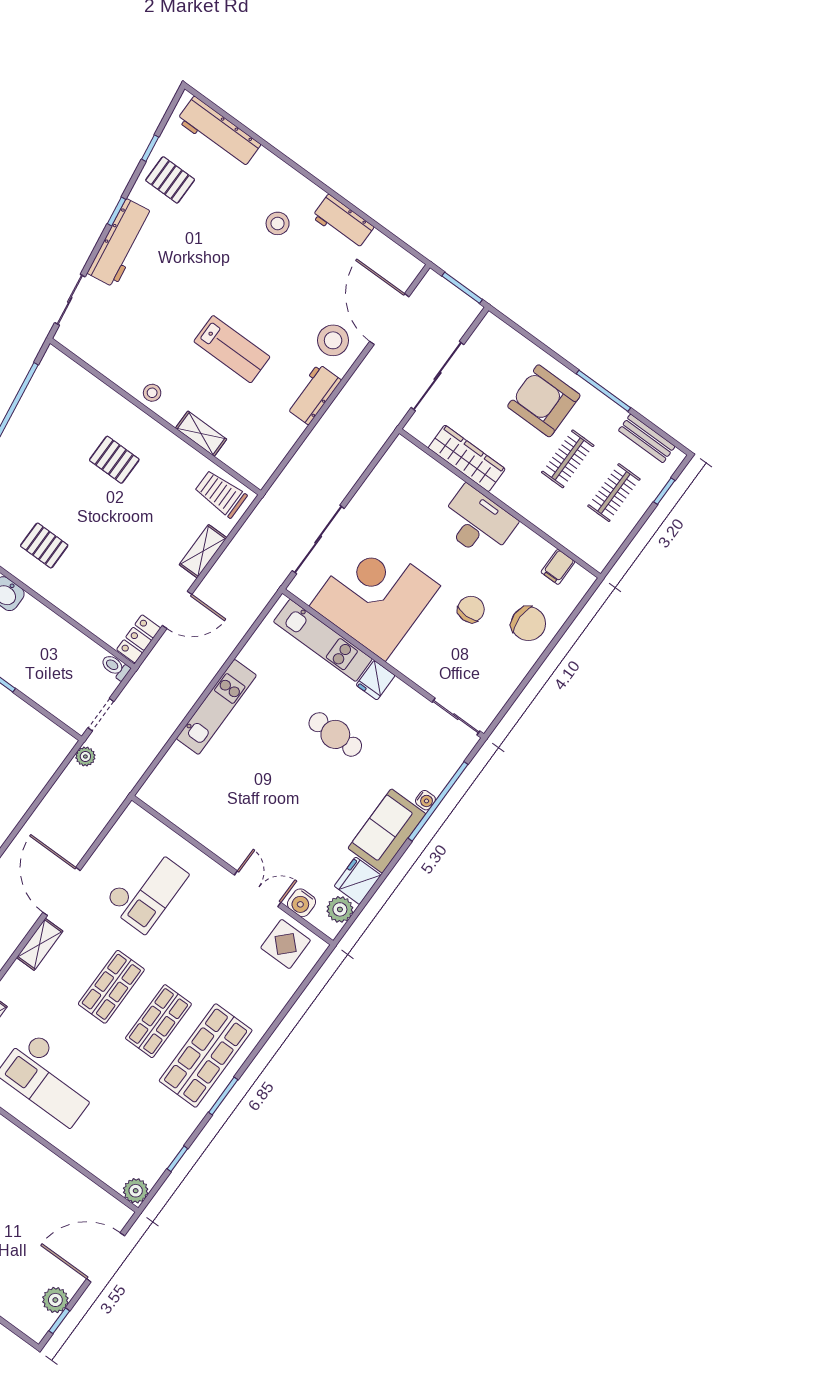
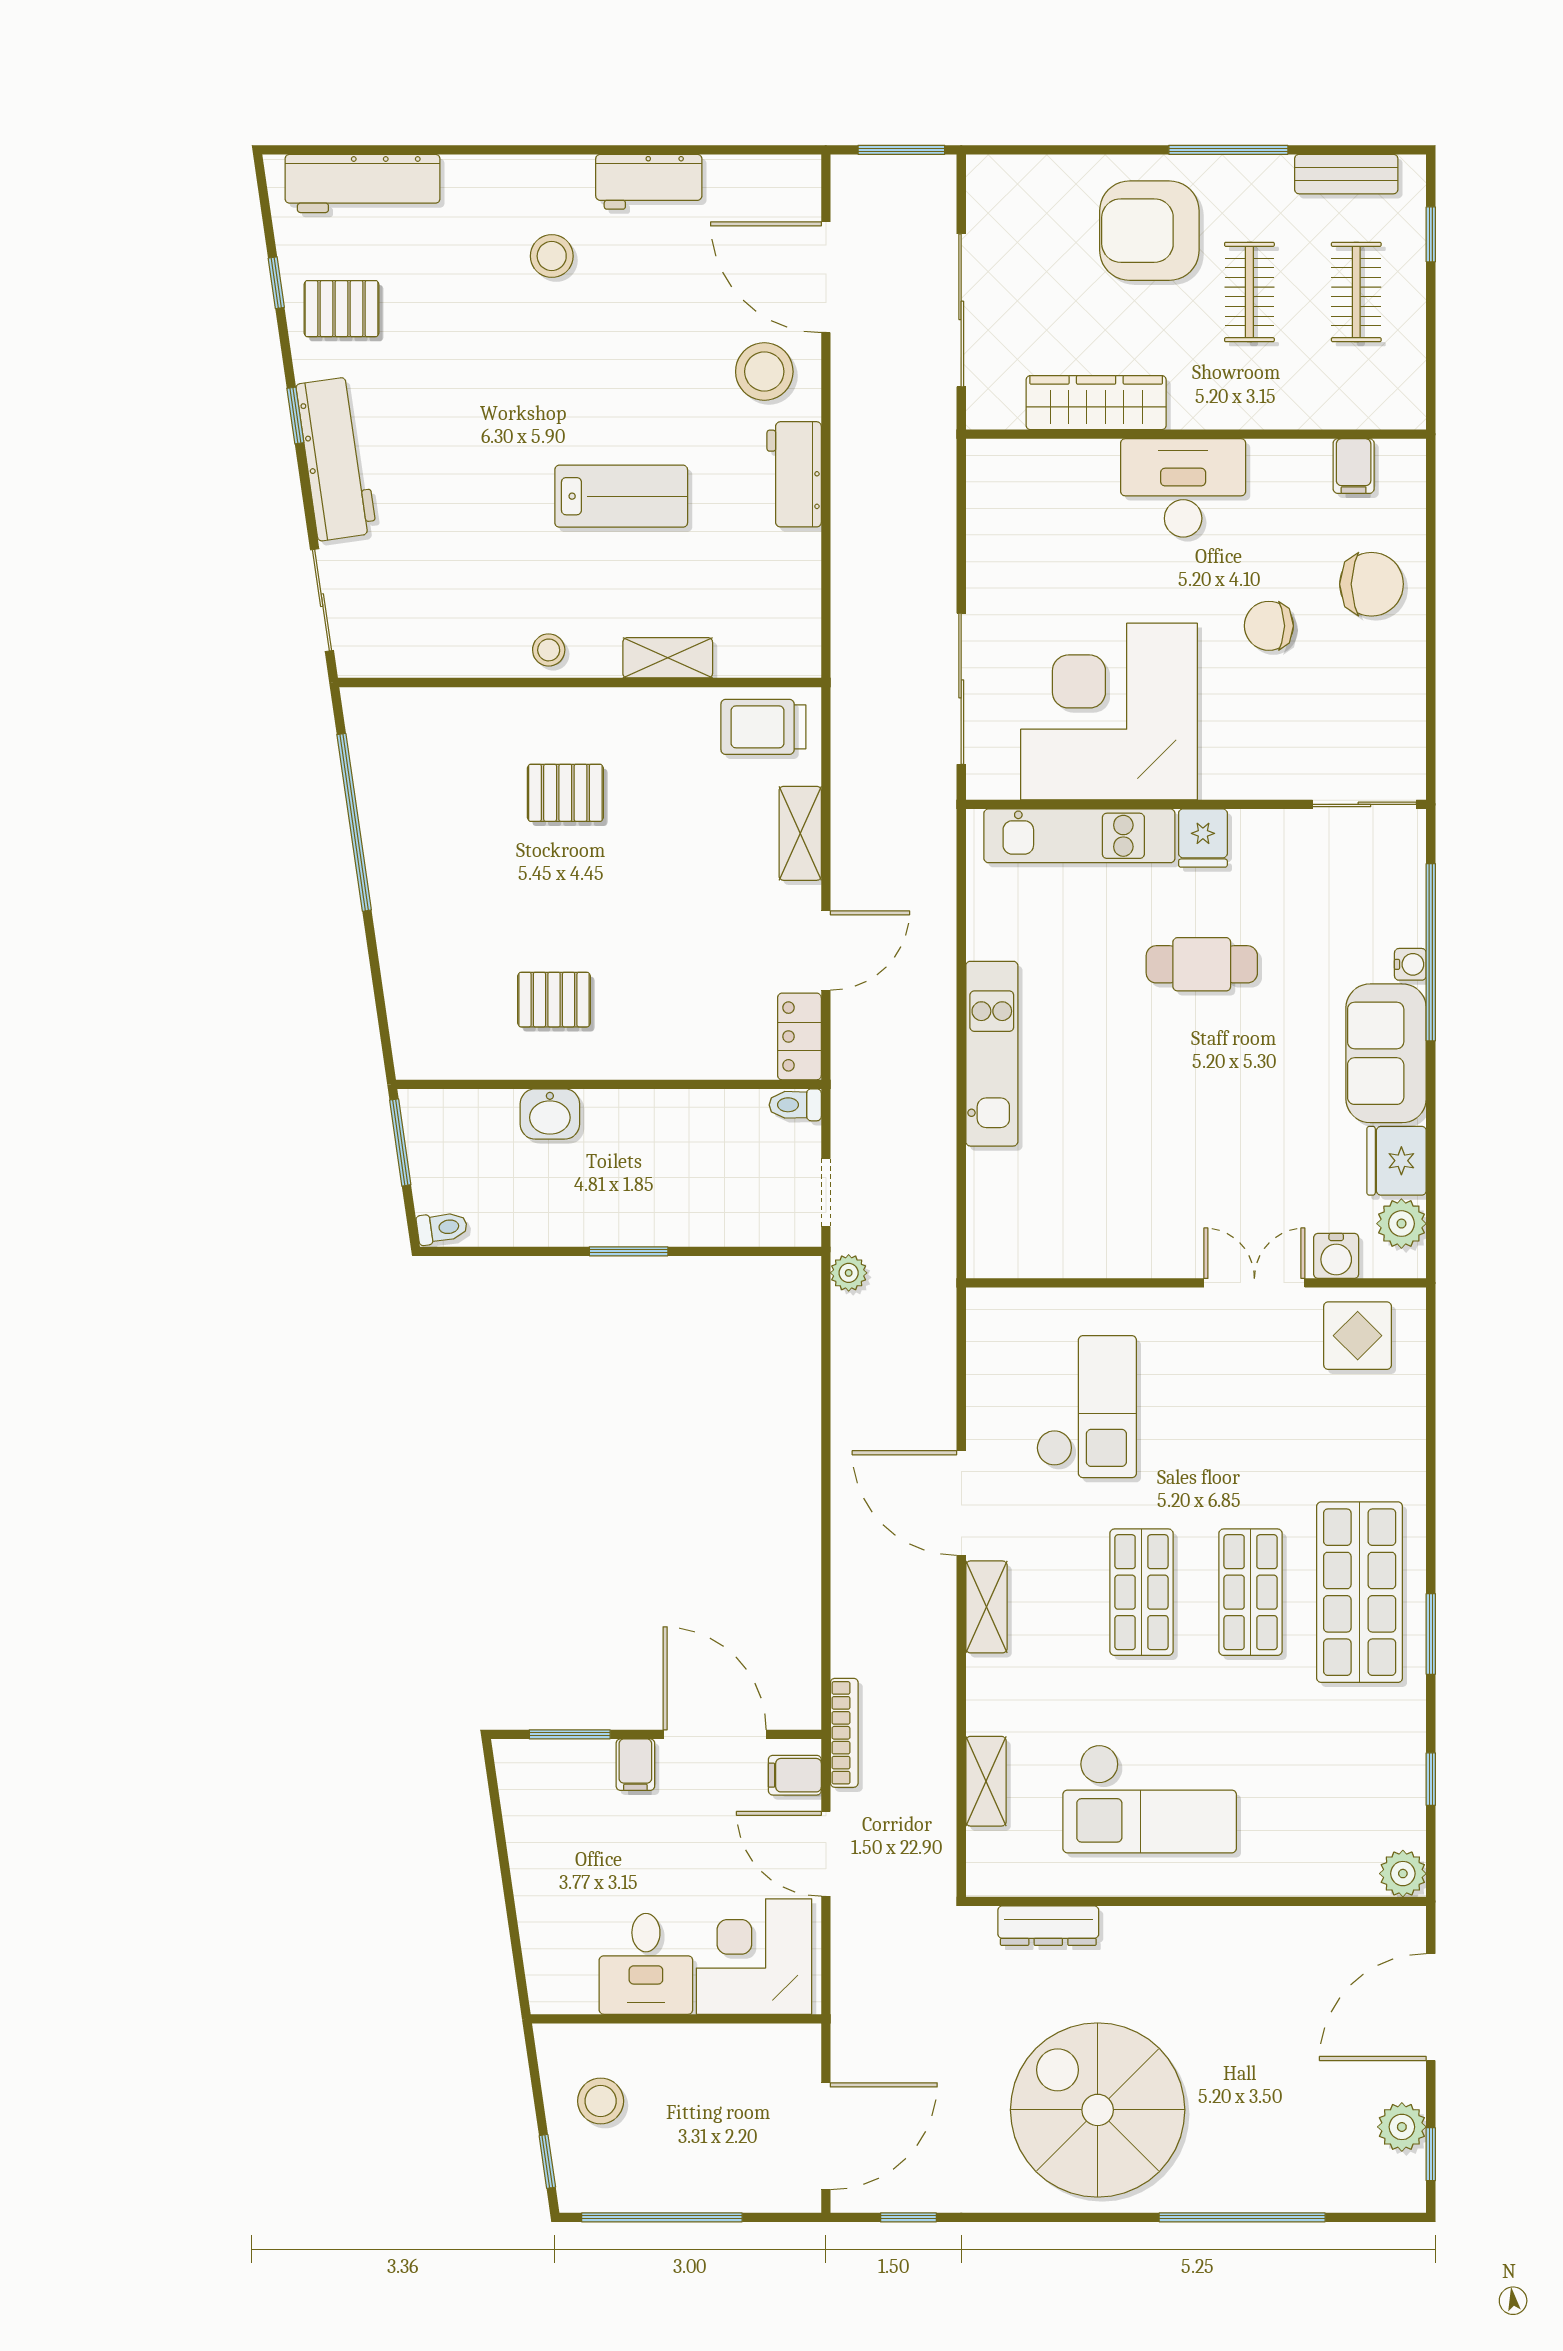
chair: (471, 609) -> (1269, 626), turned -90

